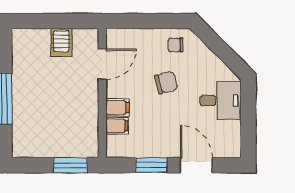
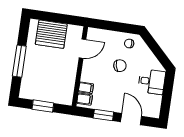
server rack: (61, 42) -> (51, 34), width x2.18, depth x1.44
filing cabinet: (117, 107) -> (85, 99), moved
window: (70, 165) -> (43, 106), moved

